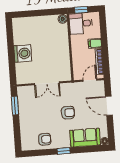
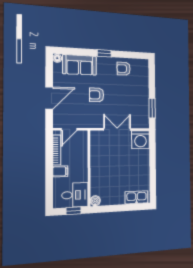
kitchen sink: (25, 23) -> (137, 197), added
washing machine: (23, 53) -> (141, 140), moved, turned -90
door: (109, 106) -> (49, 98), hinge flipped

